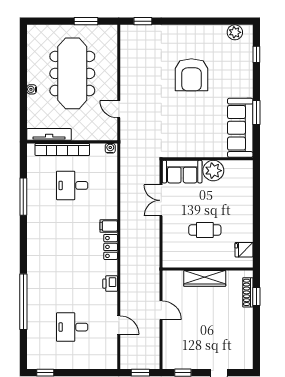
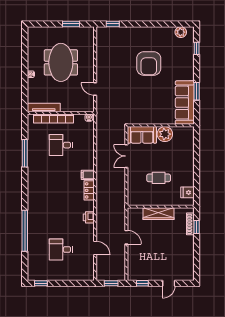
meeting table: (72, 73) -> (61, 62), width x0.73

